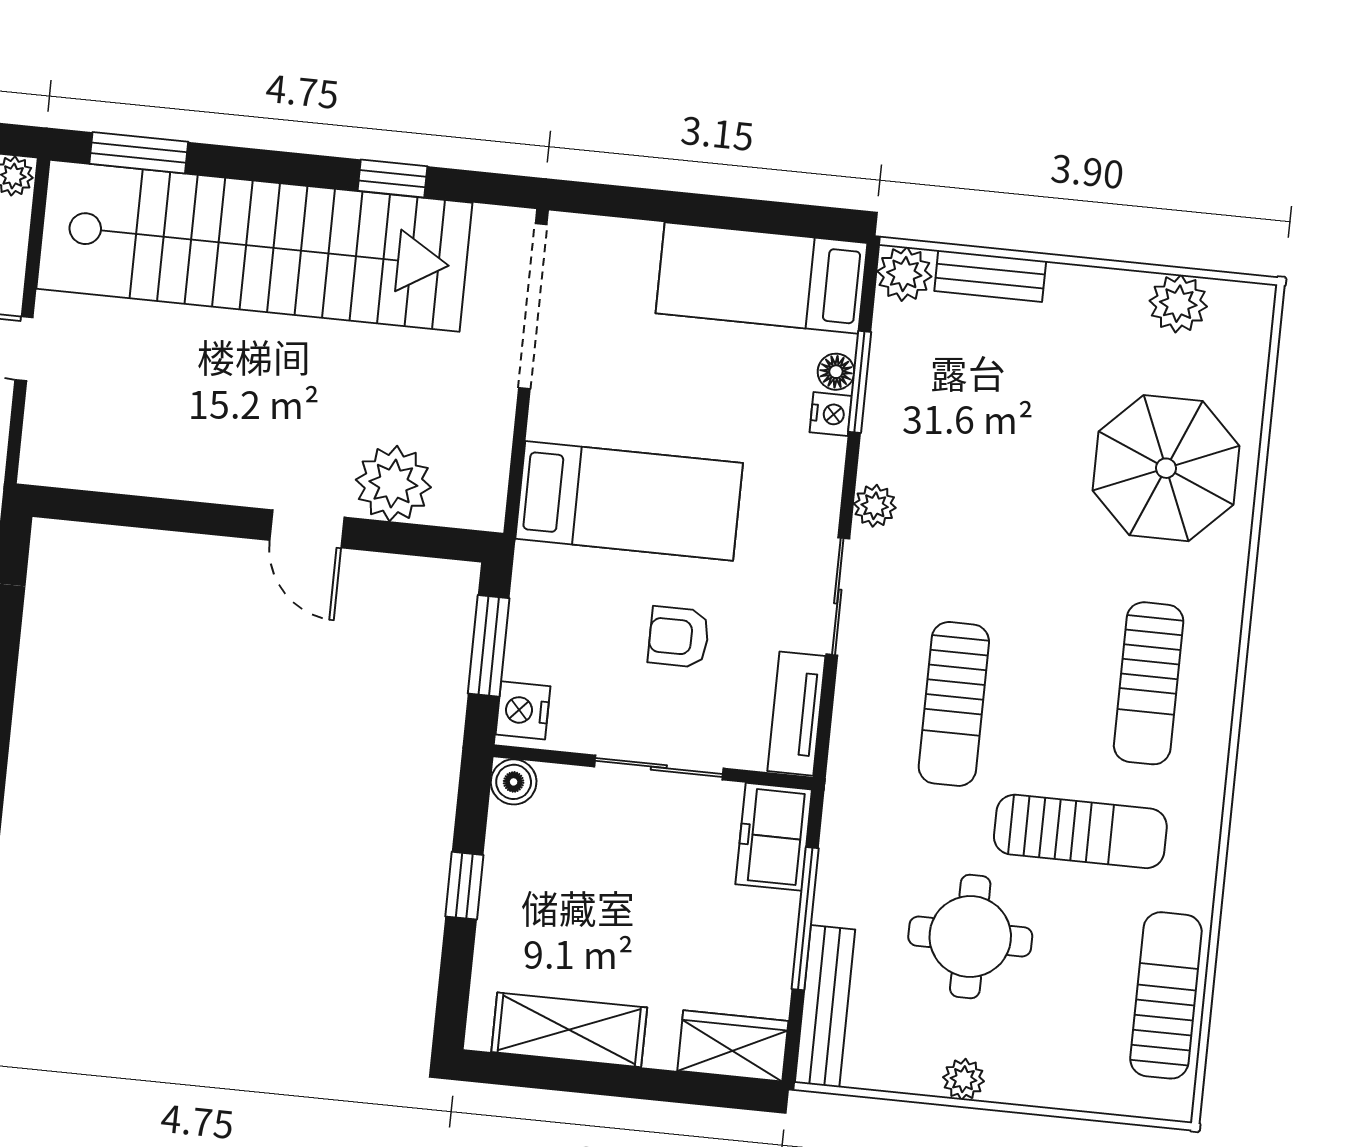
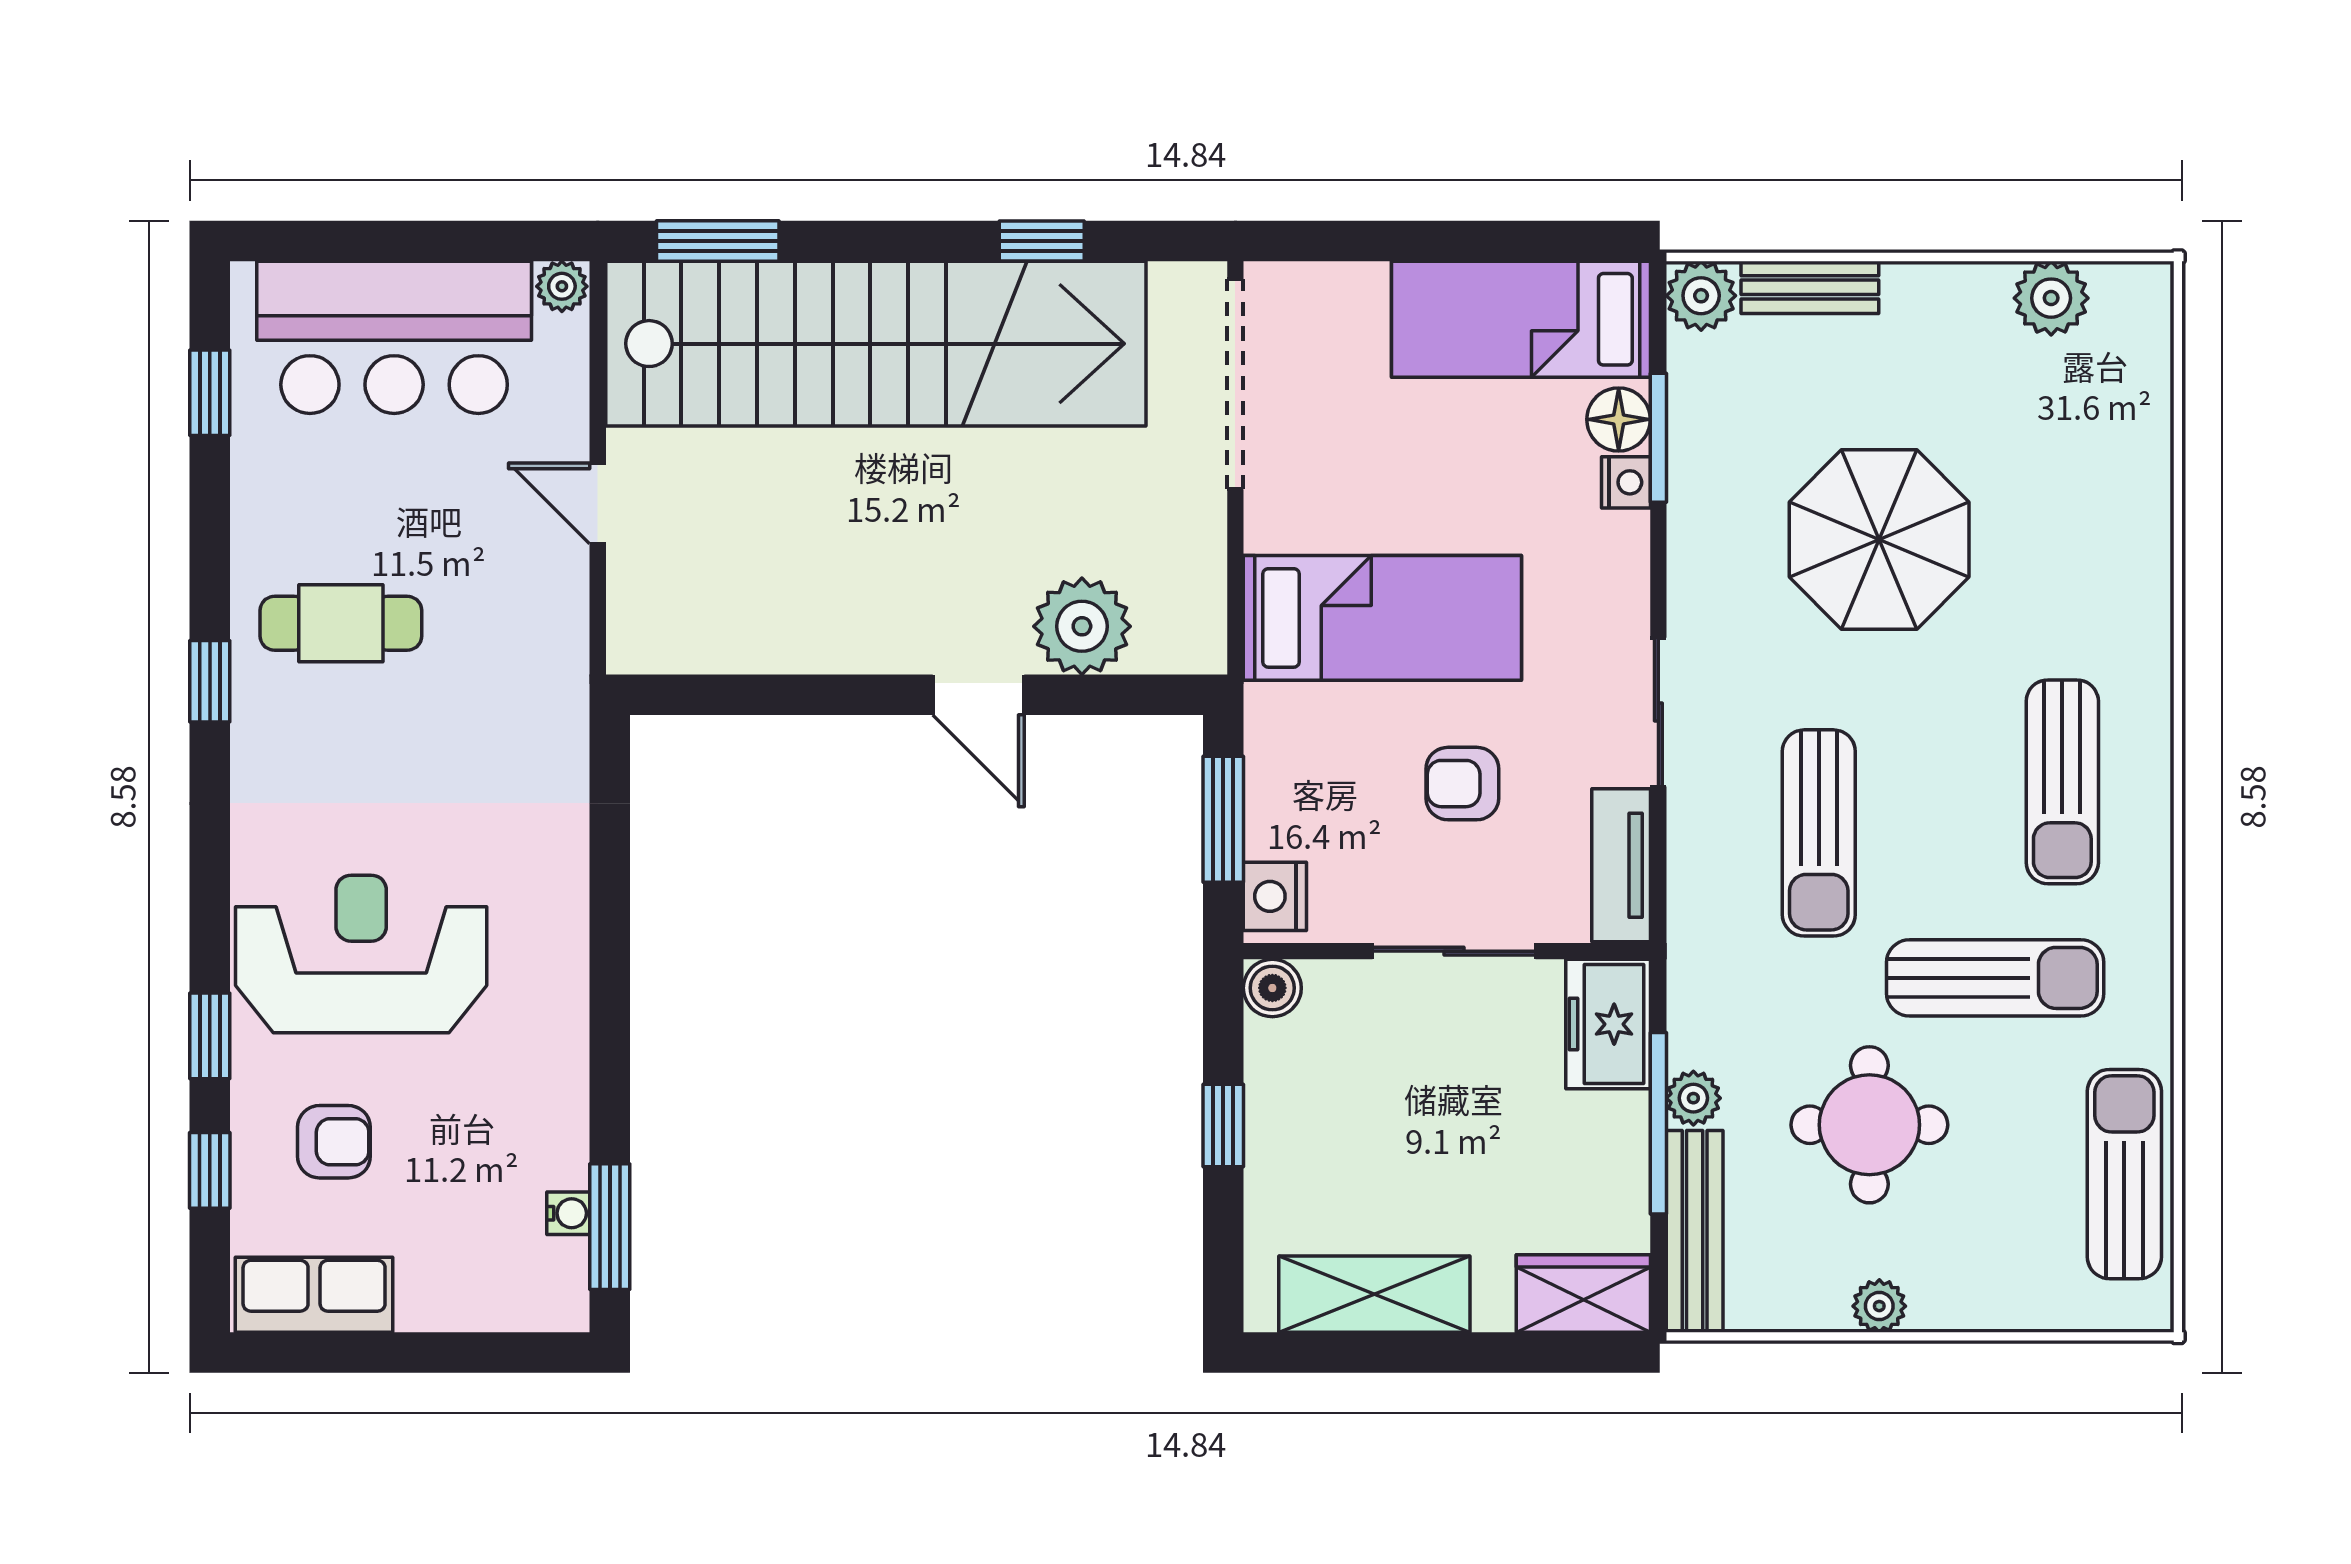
floor lamp: (836, 372) -> (1619, 419), width x1.37, depth x1.37
parasol: (1166, 468) -> (1879, 539), moved
plant: (875, 506) -> (1693, 1098), moved

